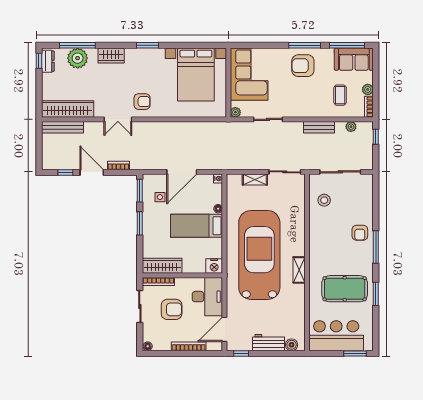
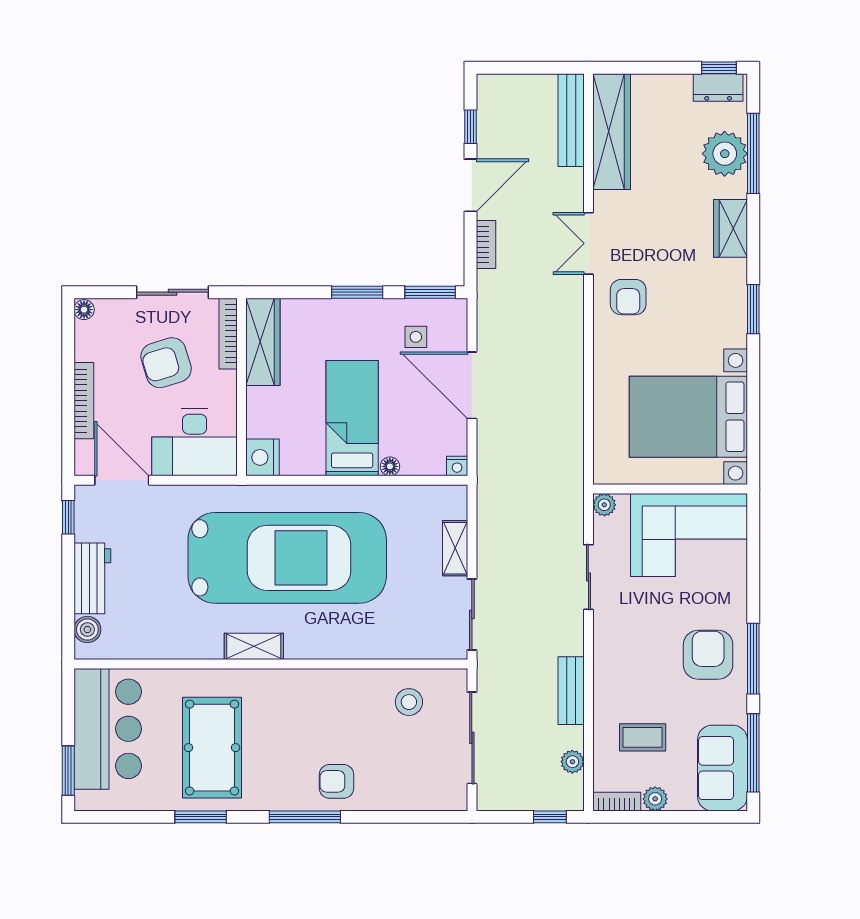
armchair: (172, 309) -> (166, 363), turned 73

